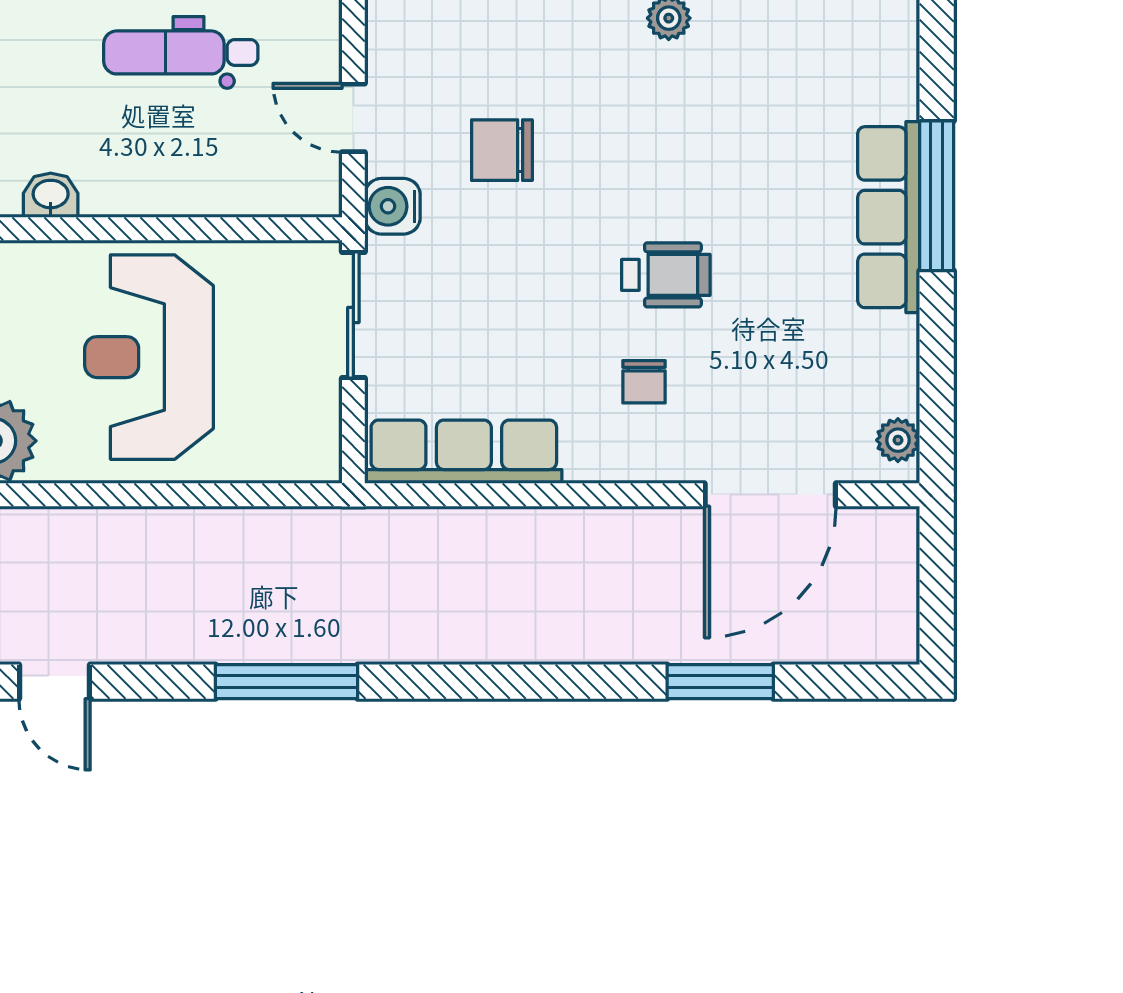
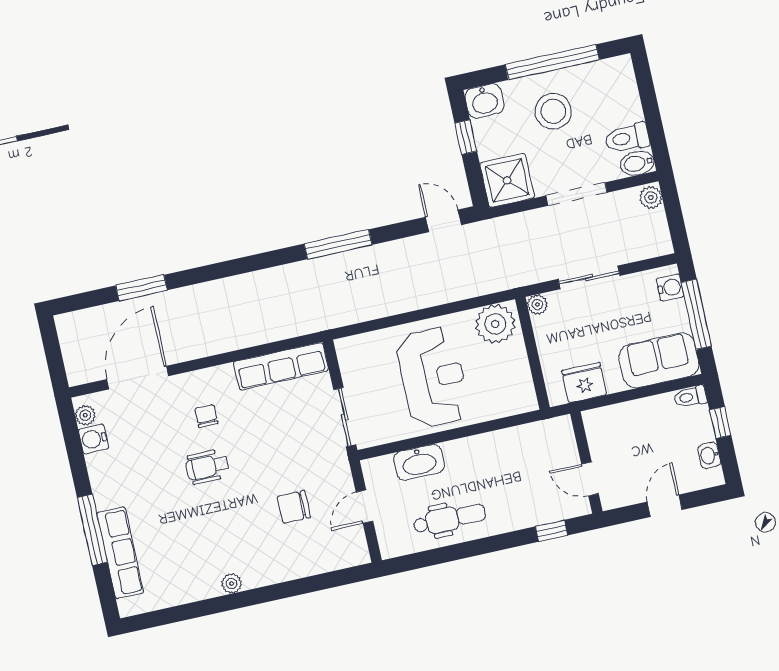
door: (353, 118) -> (365, 507), swing flipped
chair: (502, 150) -> (294, 507), turned 180
washbasin: (51, 195) -> (419, 462), moved, width x1.91, depth x1.45
water cooler: (392, 206) -> (93, 439), moved, turned 180
row of seats: (889, 217) -> (120, 553), moved

